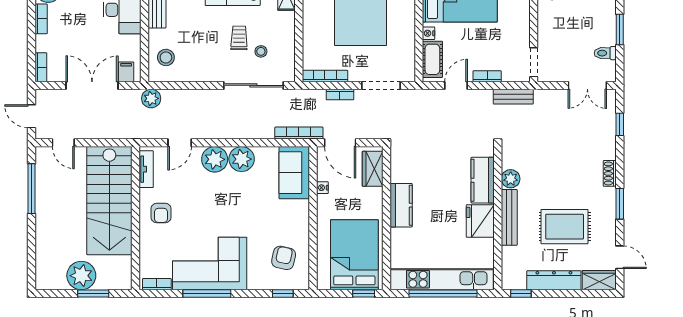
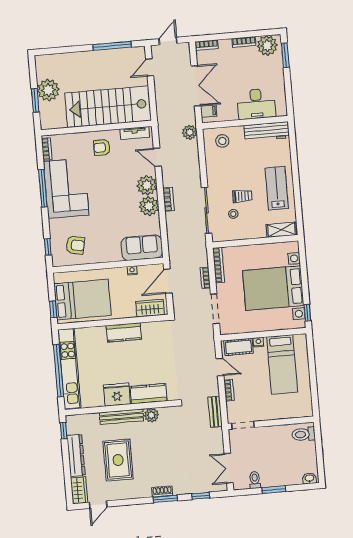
bookcase: (299, 133) -> (168, 199), moved, width x0.64
window: (620, 204) -> (165, 499), moved

